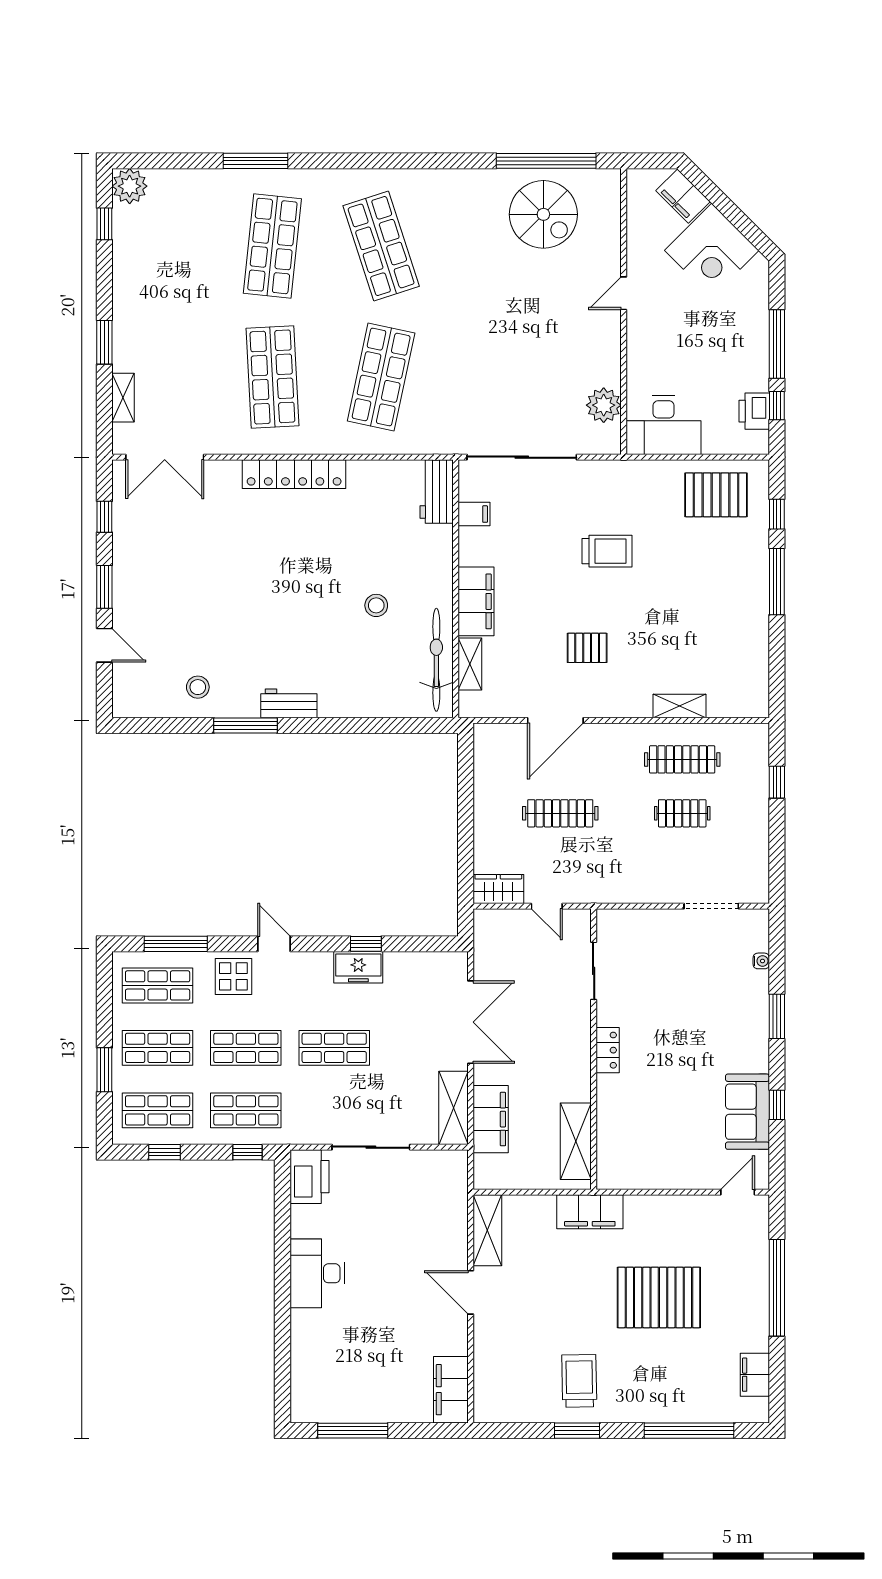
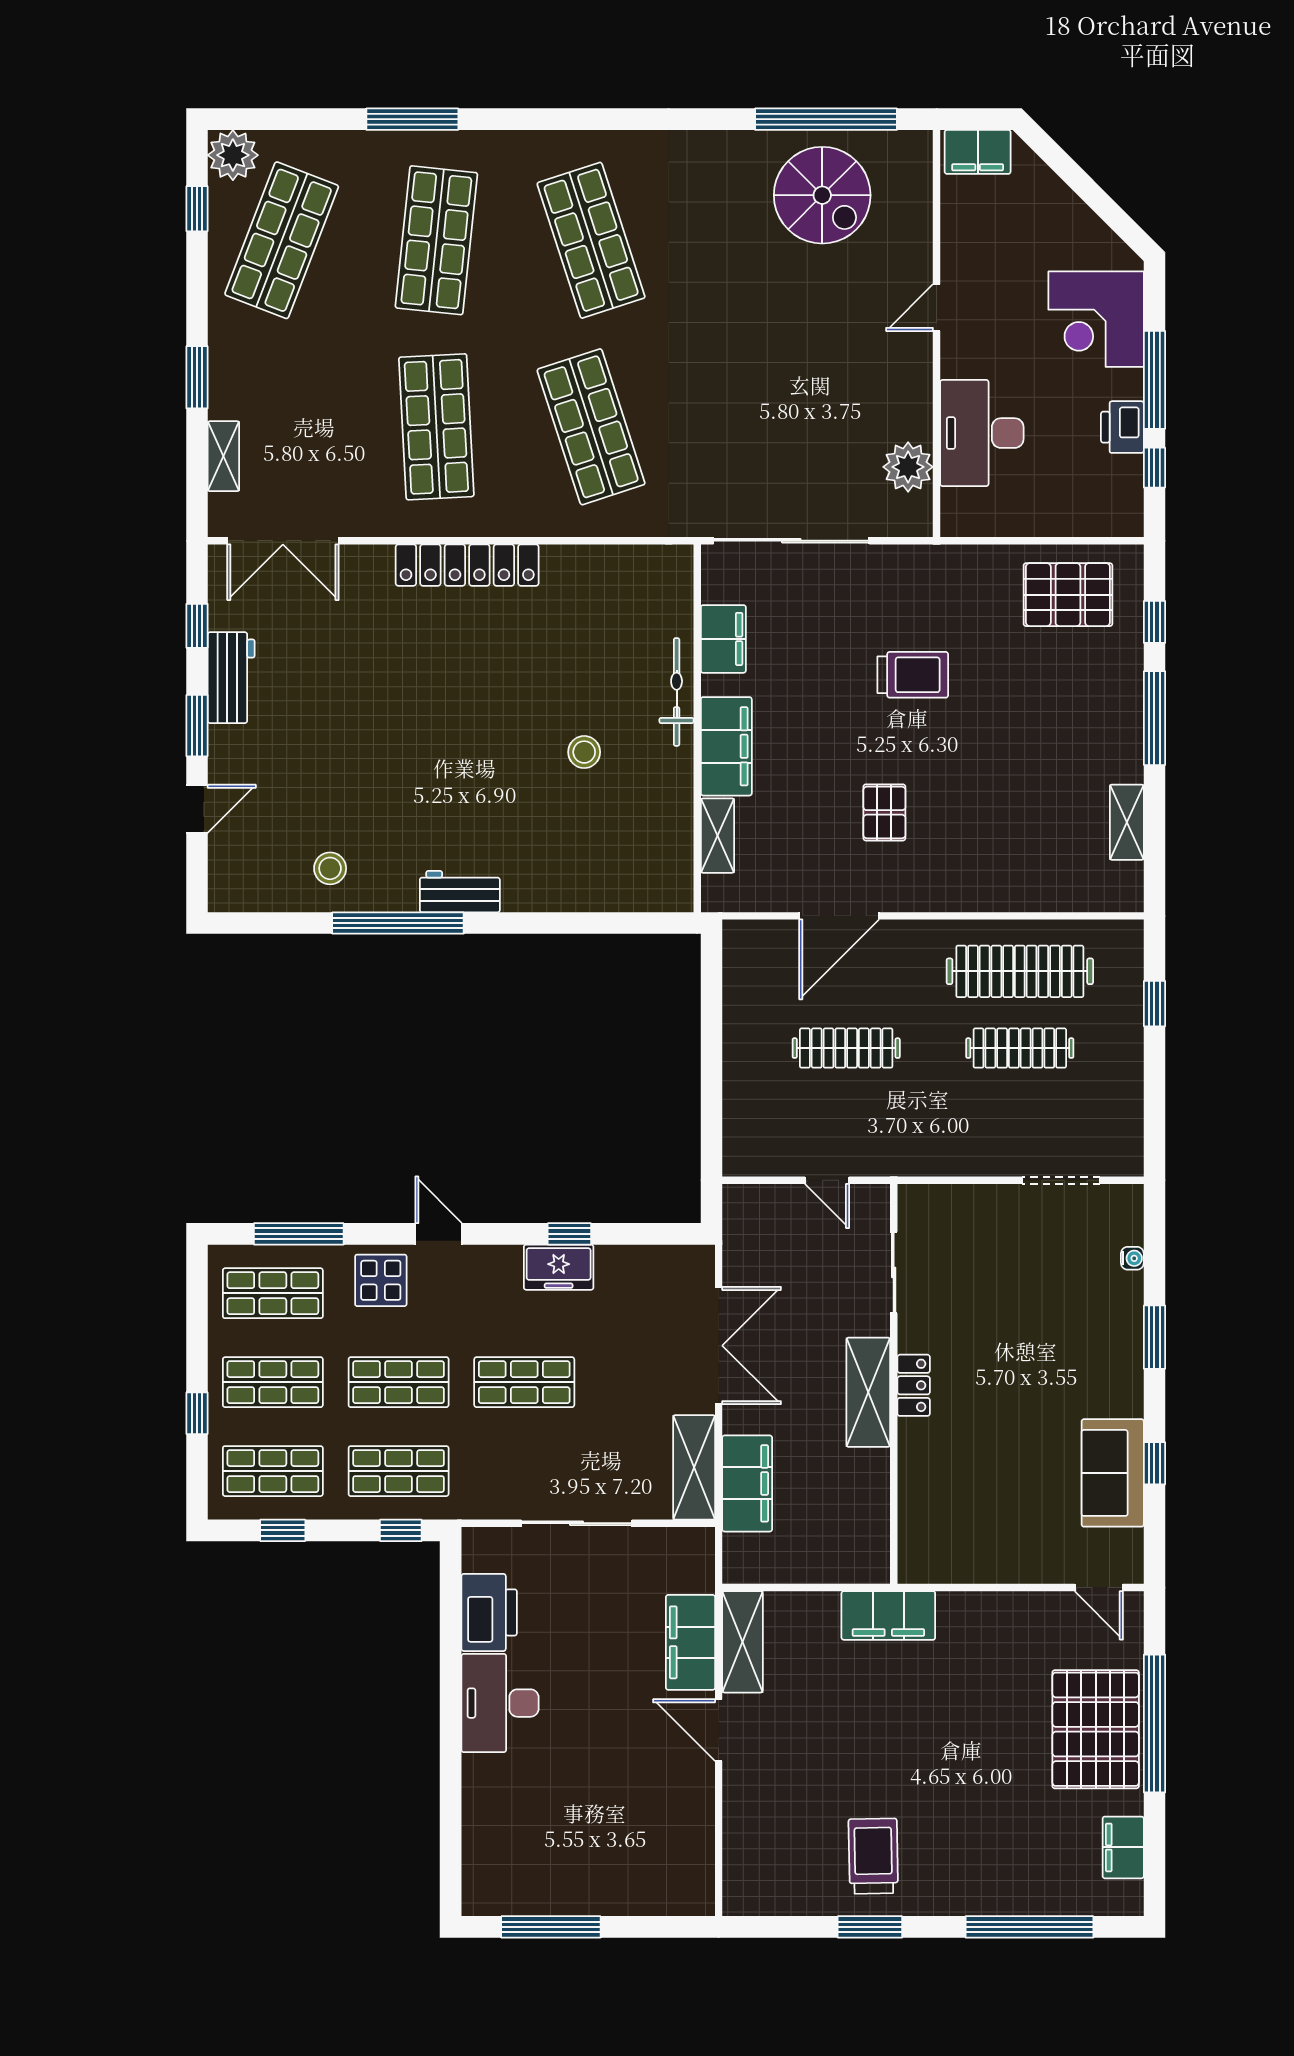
filing cabinet: (683, 196) -> (978, 152), moved, turned -45
shop shelf: (164, 246) -> (282, 240), added
corner desk: (712, 250) -> (1096, 319), moved, turned 45
shop shelf: (381, 377) -> (591, 427), turned -30
printer: (754, 411) -> (1122, 427), moved
desk: (664, 425) -> (982, 433), moved, turned 90
workbench: (437, 491) -> (231, 678), moved, turned 180
filing cabinet: (474, 514) -> (723, 639), width x2.00
door: (104, 645) -> (197, 809), hinge flipped
pallet: (587, 648) -> (884, 812), turned 90
bicycle: (436, 660) -> (677, 692), moved, width x0.73, depth x0.71
shelving: (679, 706) -> (1127, 822), moved, turned 90
window: (245, 725) -> (398, 923), width x1.46
clothes rail: (682, 759) -> (1020, 971), width x1.37, depth x1.31
clothes rail: (682, 813) -> (1020, 1048), width x1.36
wardrobe: (498, 889) -> (758, 1156), removed
window: (104, 1070) -> (197, 1413), width x0.67
shelving: (576, 1141) -> (868, 1392), moved
printer: (309, 1177) -> (489, 1612), moved
door: (738, 1192) -> (1099, 1588), swing flipped
pallet: (659, 1297) -> (1096, 1729), moved, turned 90
filing cabinet: (451, 1390) -> (690, 1642), moved

